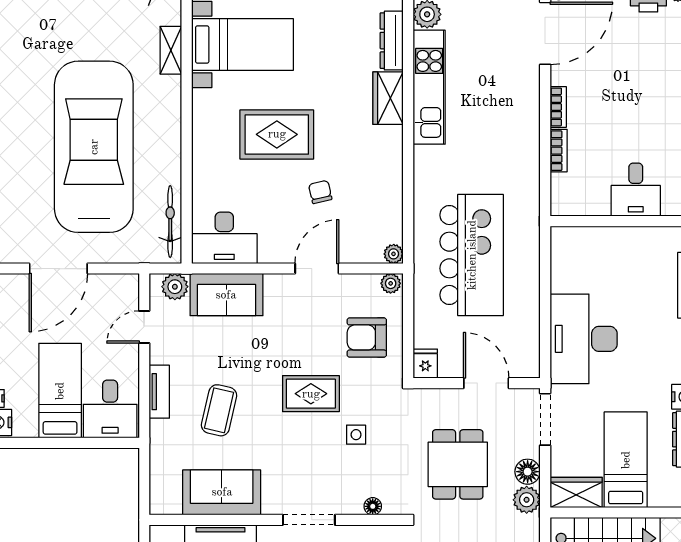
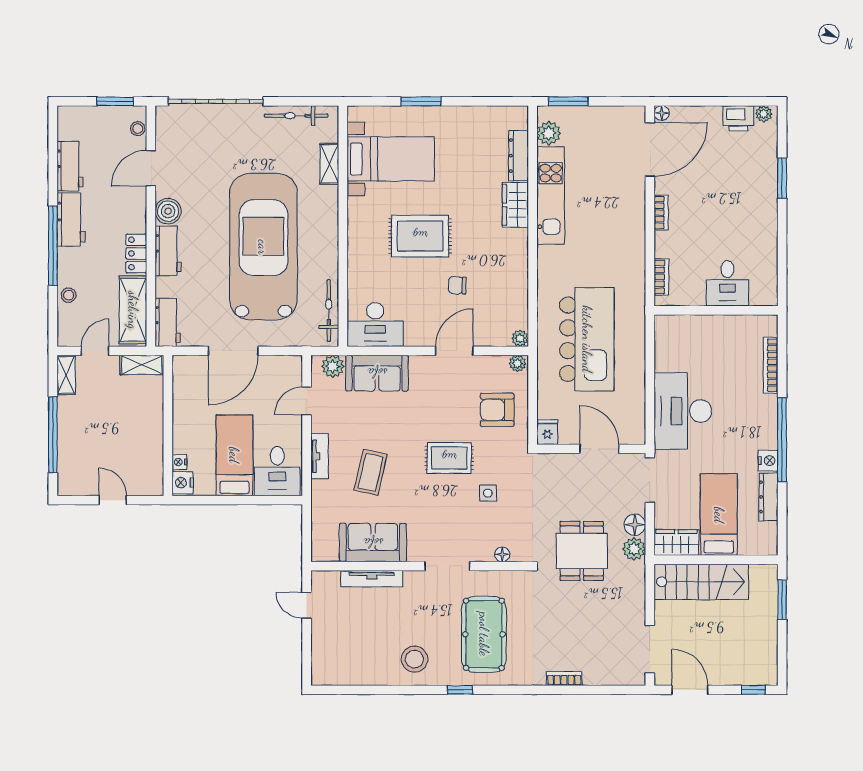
bookcase: (559, 151) -> (661, 277), moved
chair: (320, 192) -> (457, 285), turned -74
dining table: (458, 464) -> (582, 551), moved

